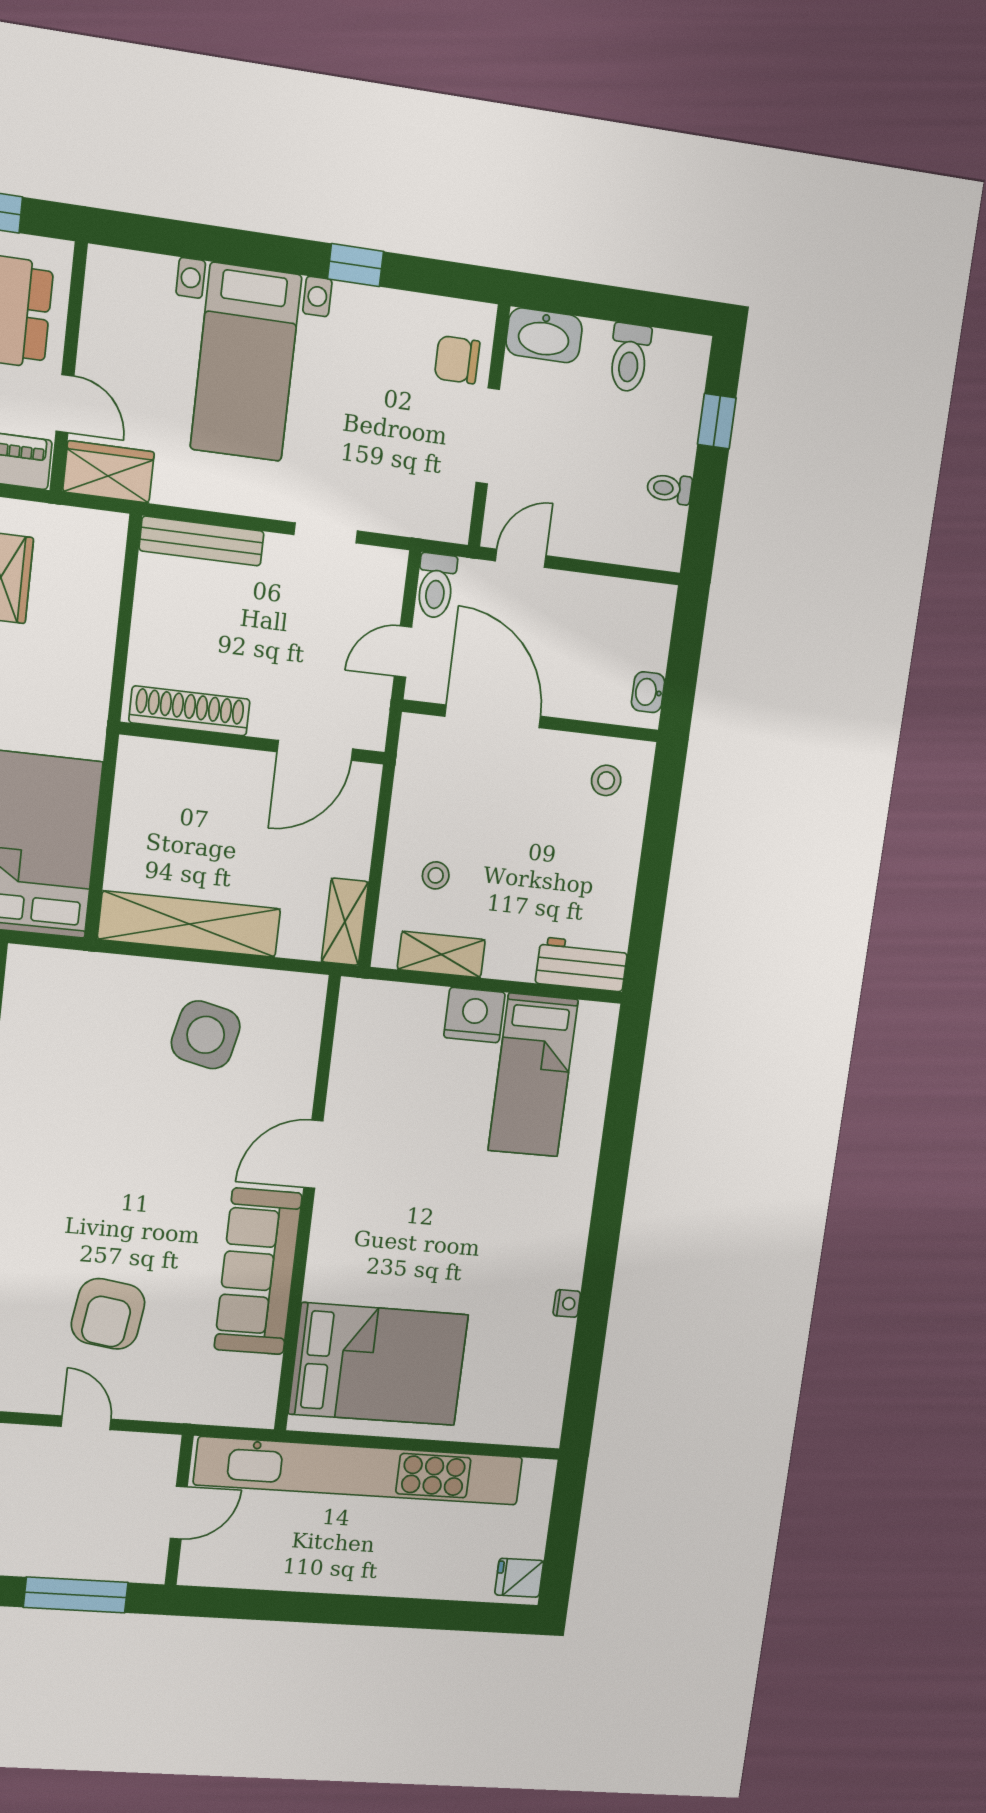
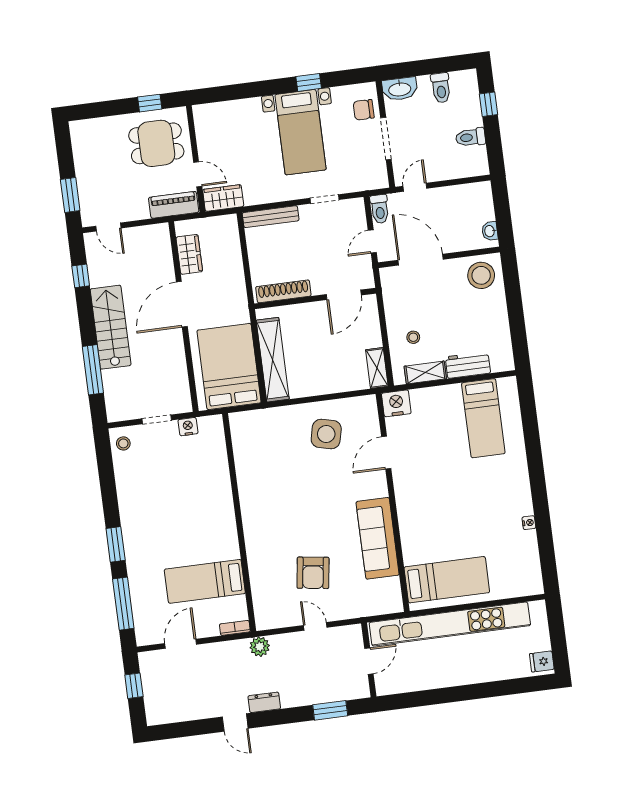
bed with nightstands: (246, 362) -> (301, 132), moved
toilet: (669, 489) -> (471, 137), width x1.37, depth x1.39
stool: (606, 780) -> (481, 275), width x1.89, depth x1.89
shelving: (189, 924) -> (273, 360), moved, turned 90
workbench: (582, 964) -> (468, 365), moved
nightstand: (474, 1015) -> (396, 403), moved
door: (313, 1154) -> (386, 453), moved
bed: (378, 1364) -> (447, 580), width x0.67
window: (76, 1595) -> (330, 710), width x0.69

